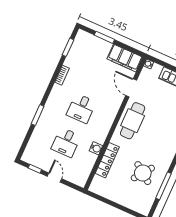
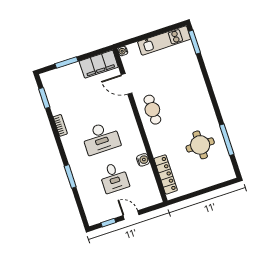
desk: (81, 108) -> (101, 138), width x1.37
cafe table: (133, 121) -> (152, 110), width x0.73, depth x0.74
locker: (107, 160) -> (166, 174), moved
round table: (143, 173) -> (200, 145), turned -36

